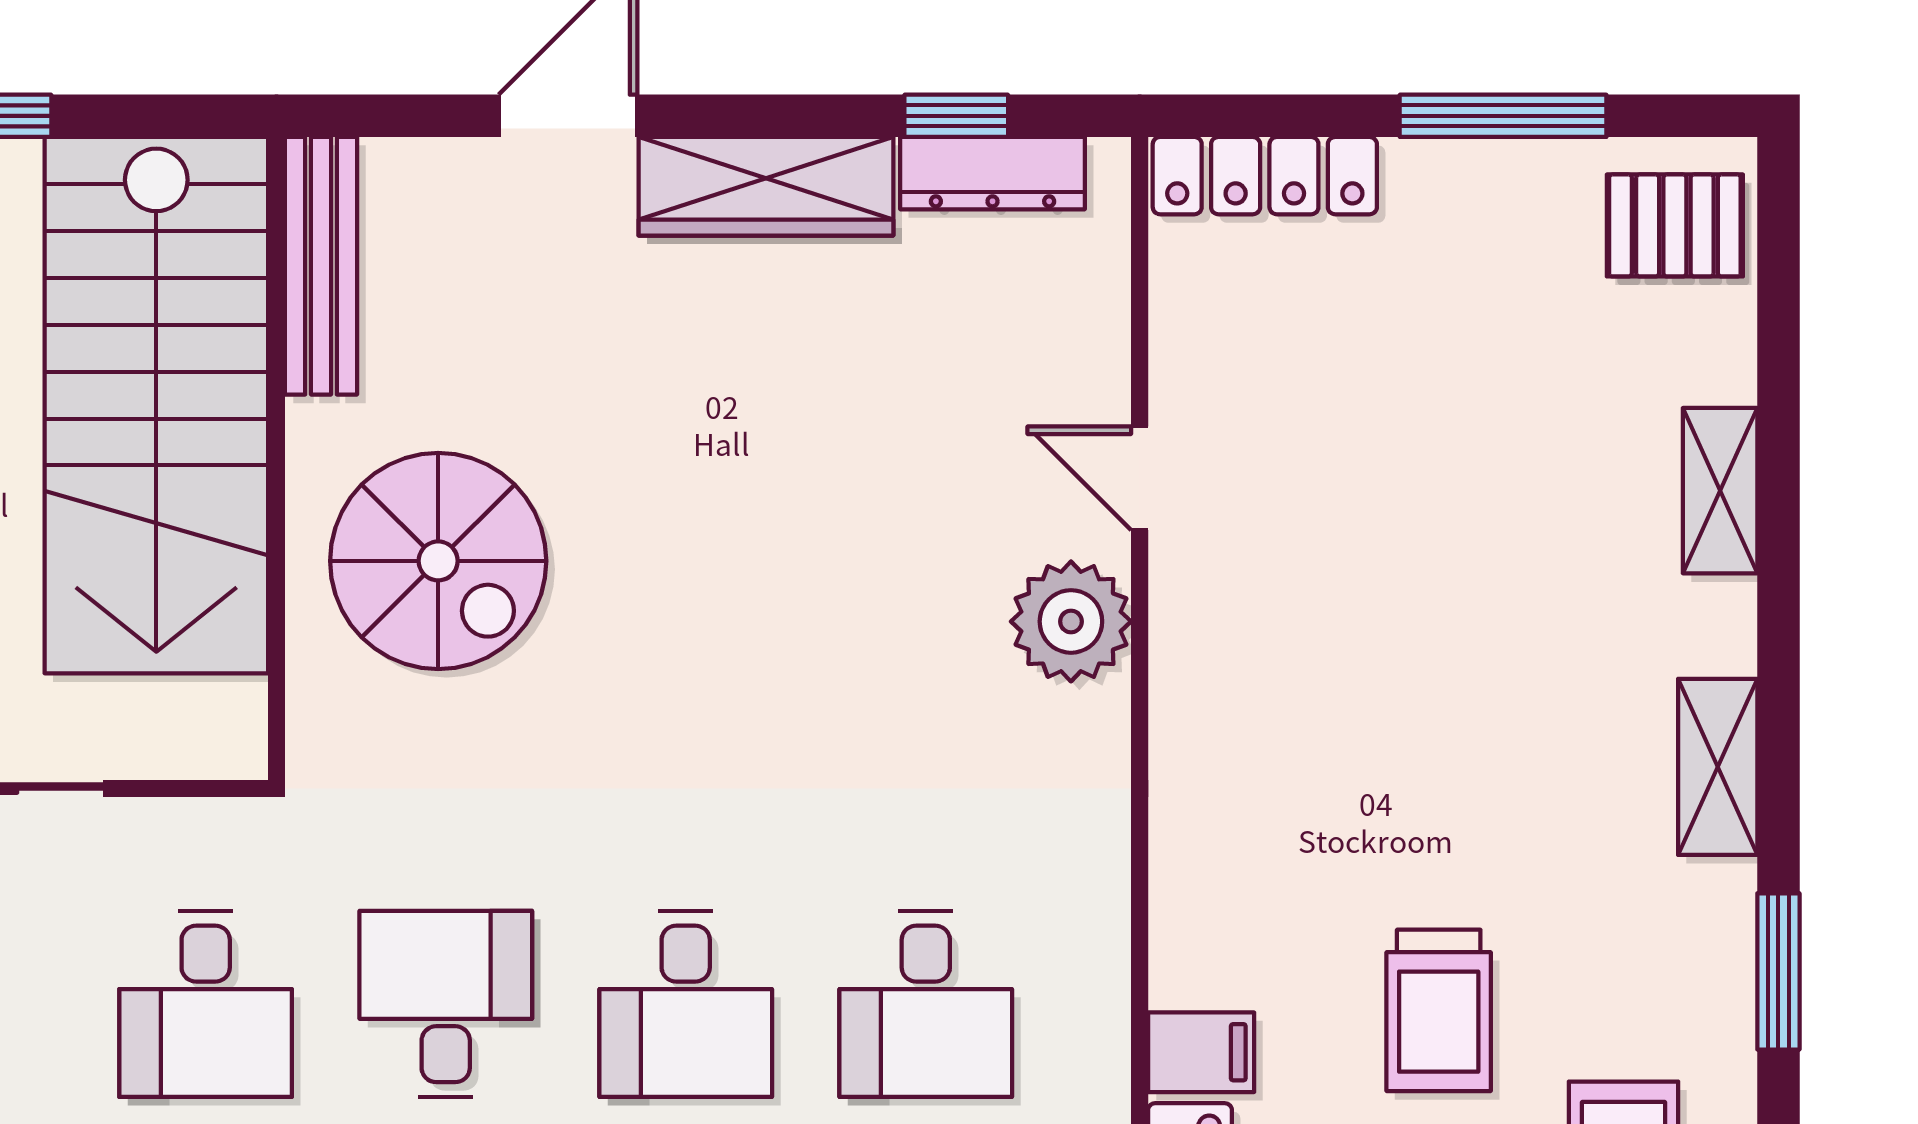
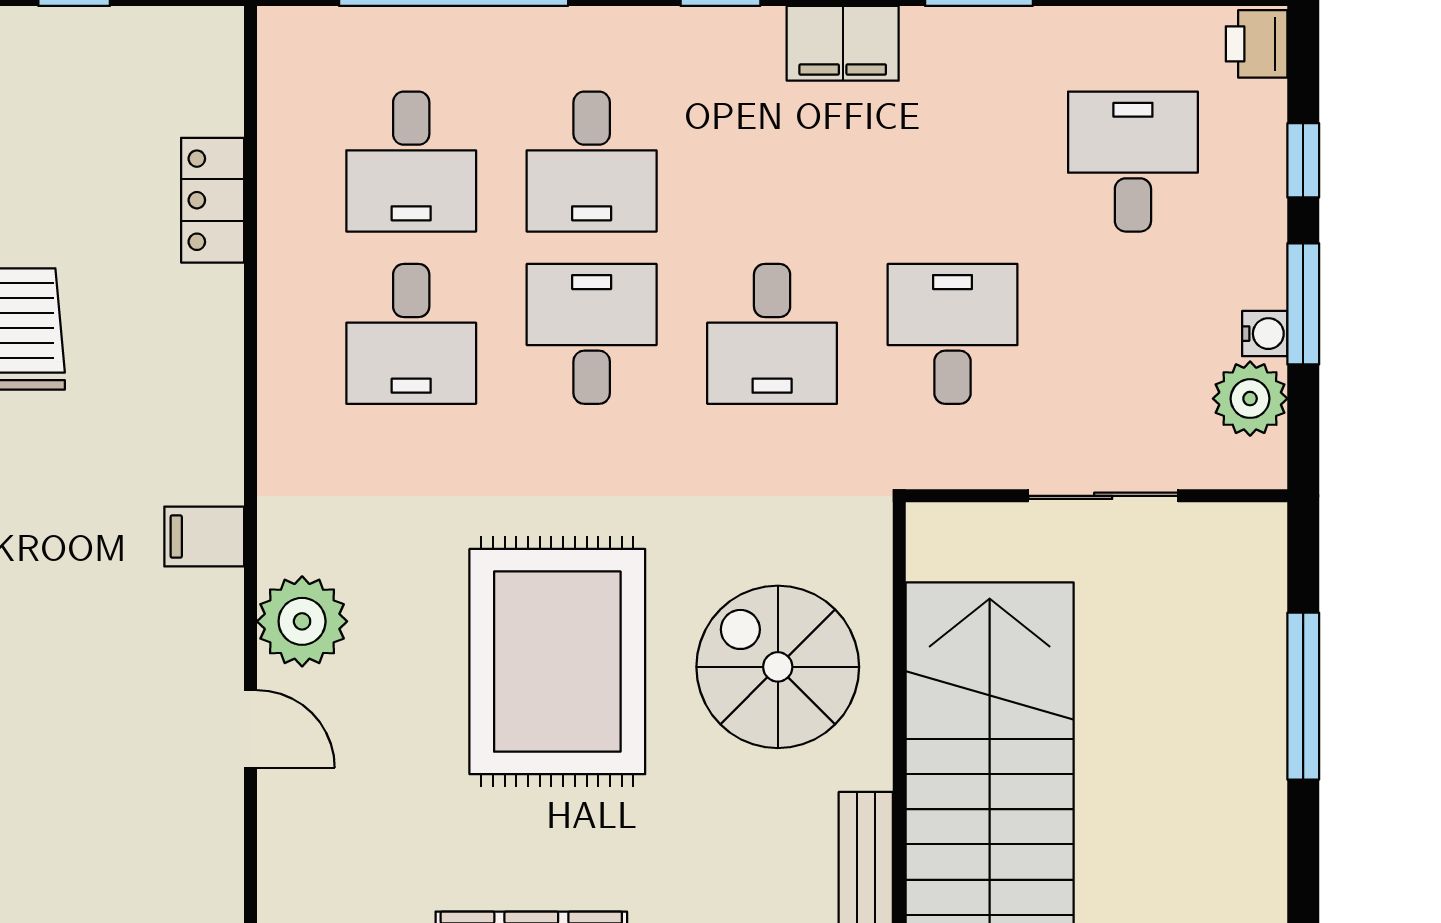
rug: (731, 568) -> (557, 662), added
desk: (926, 1004) -> (411, 334), turned 180
filing cabinet: (1201, 1052) -> (204, 537), moved

